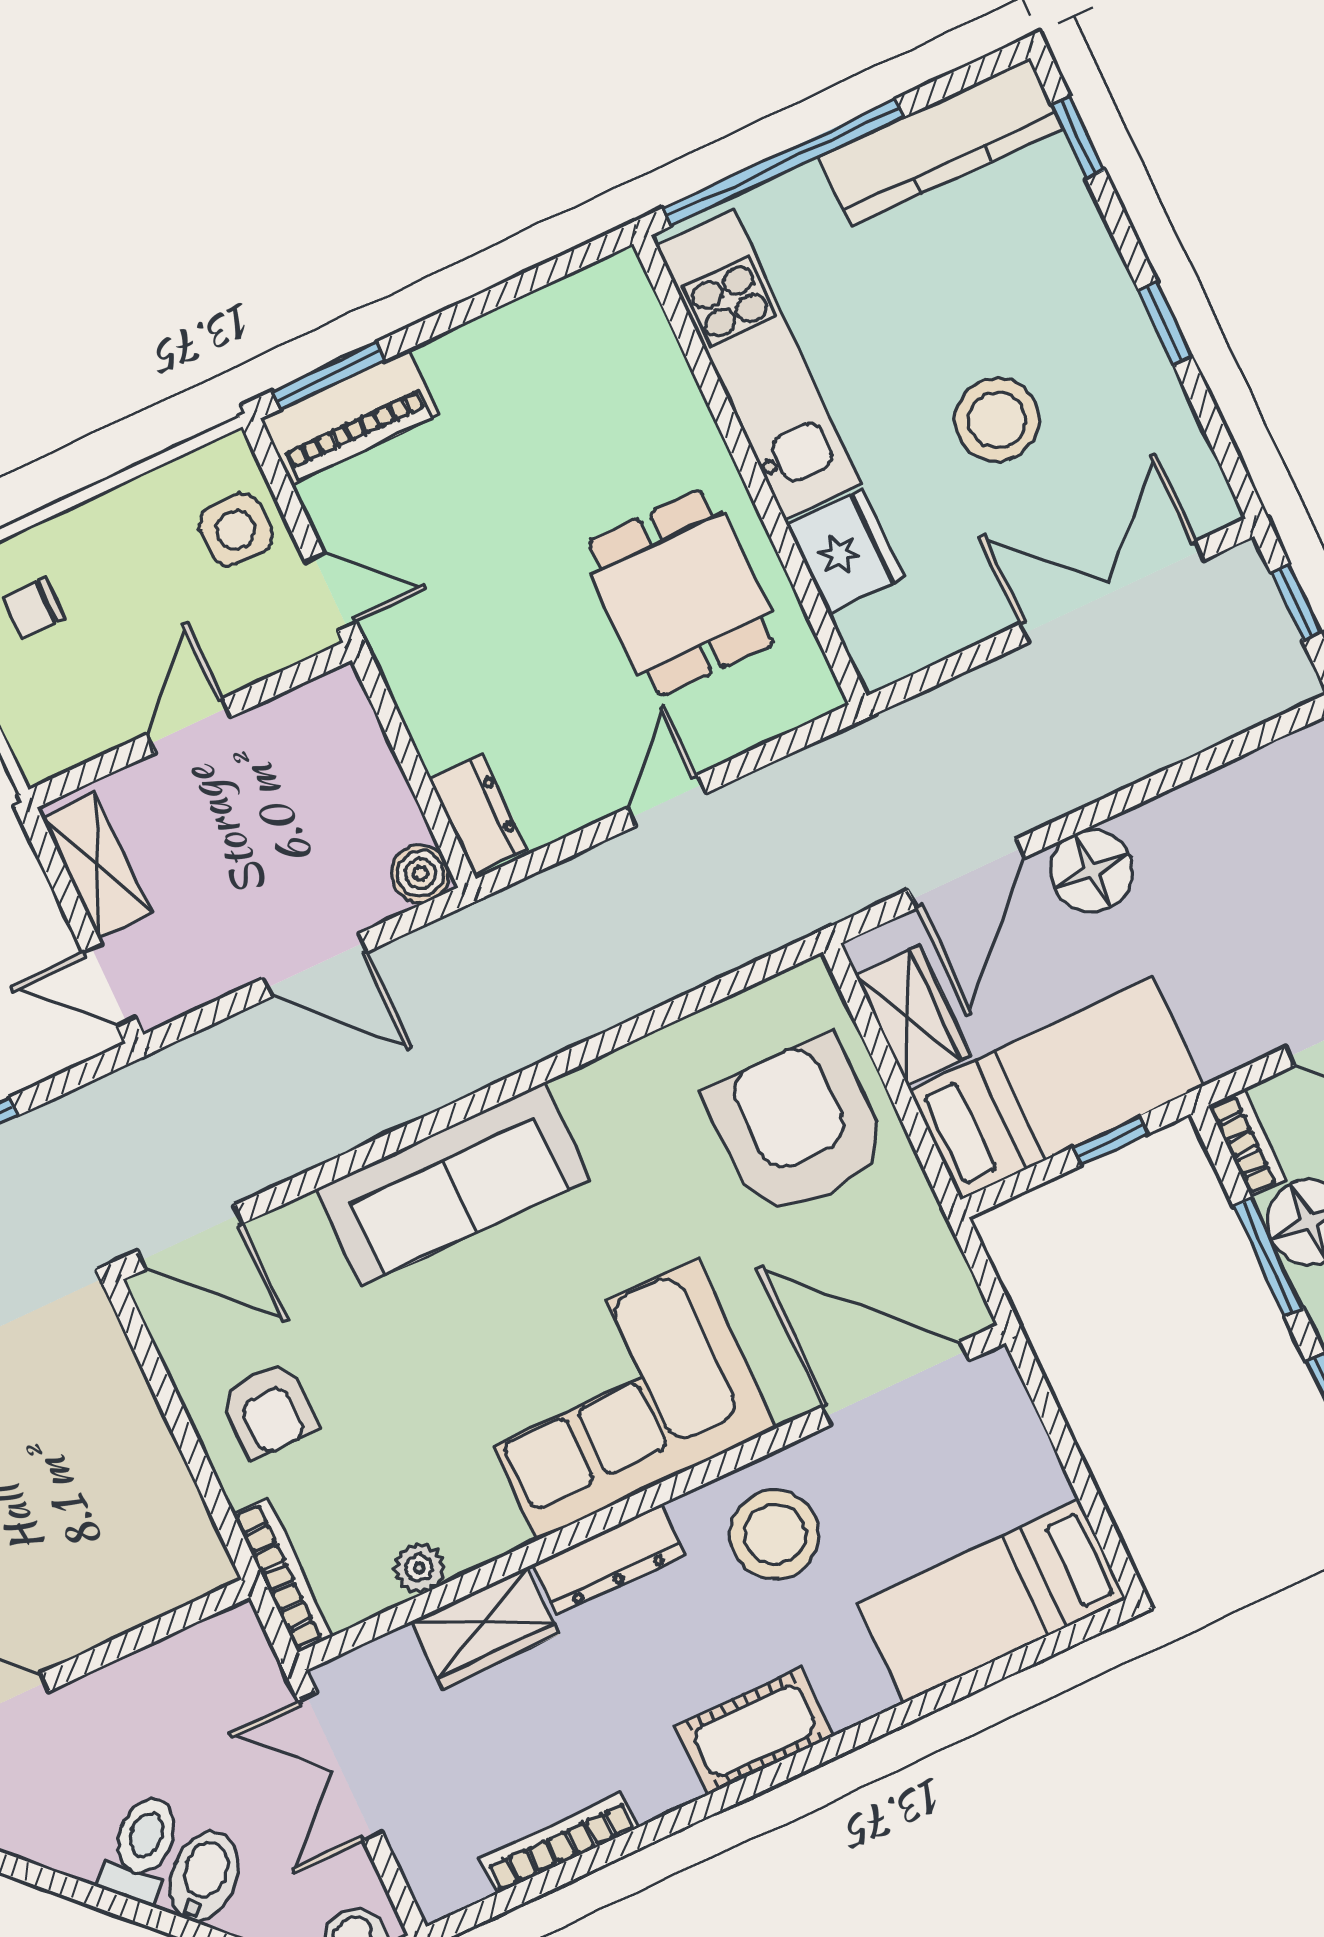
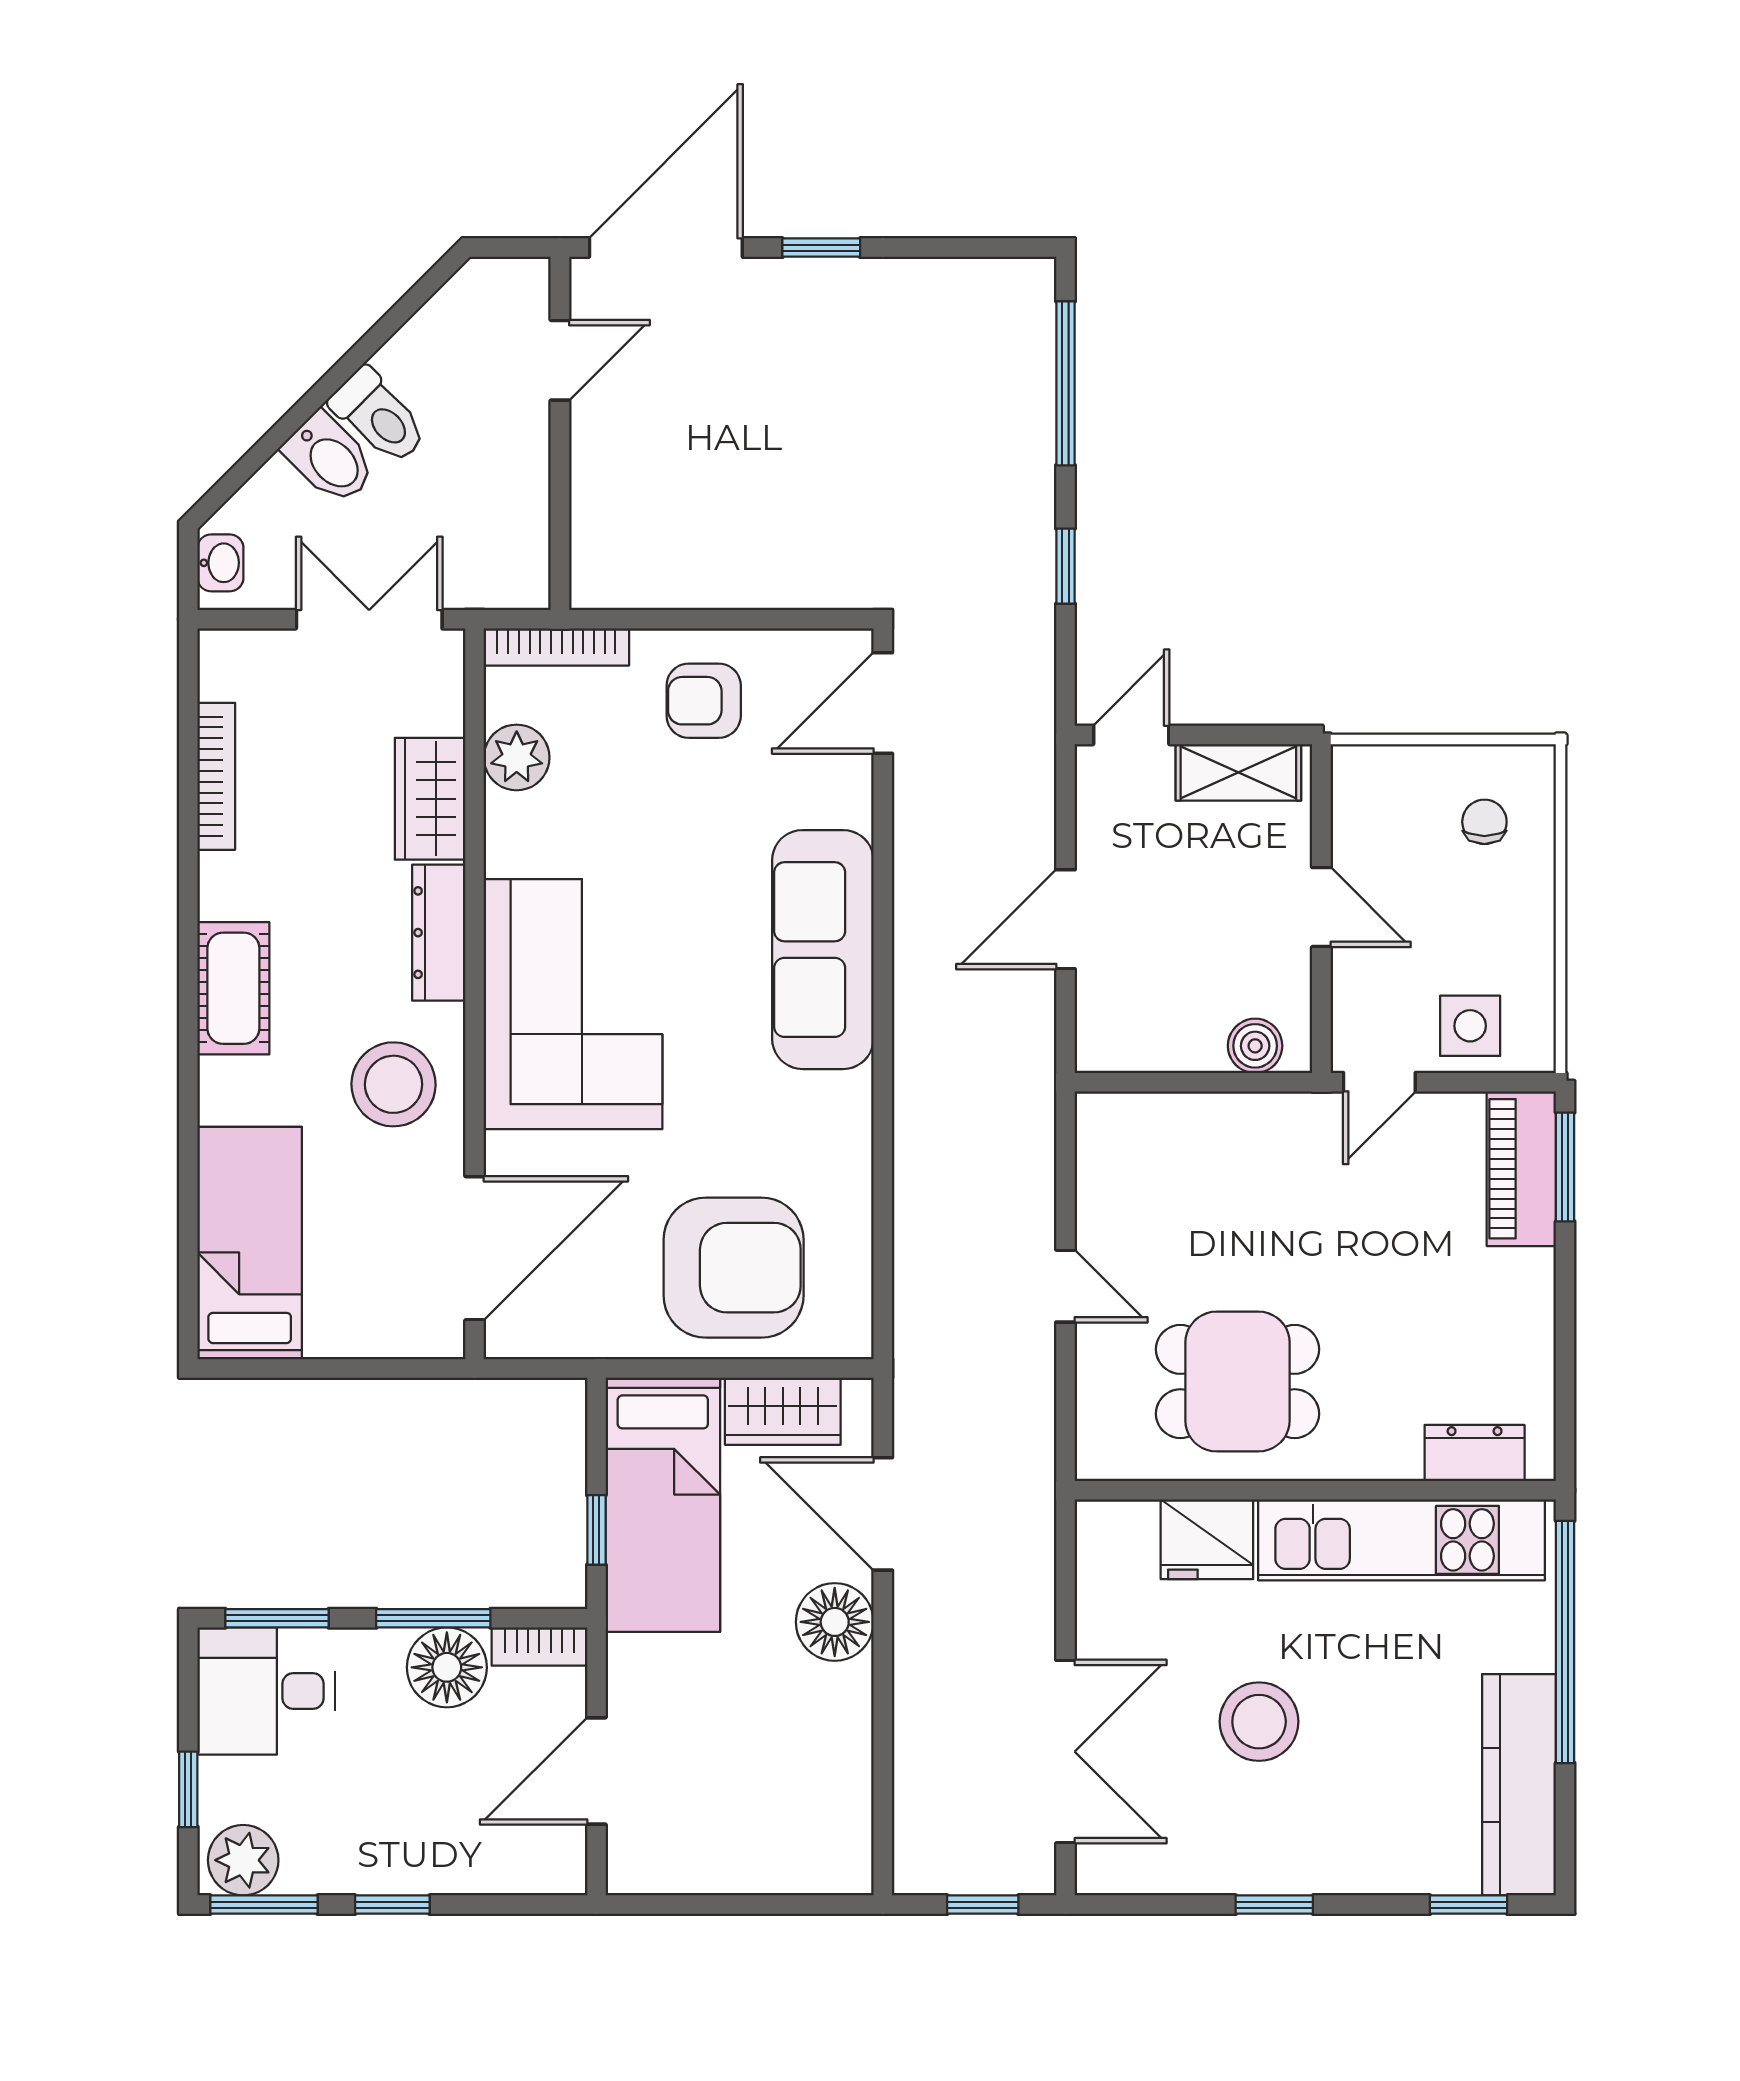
dresser: (478, 814) -> (1475, 1453), moved, turned 180
boiler: (420, 874) -> (1255, 1046), moved
plant: (419, 1568) -> (517, 757), width x1.38, depth x1.38

